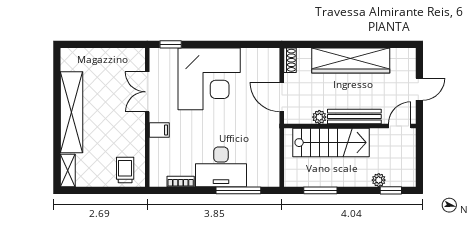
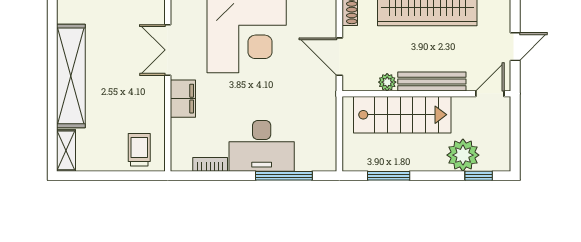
filing cabinet: (159, 130) -> (183, 99), width x2.00
plant: (379, 180) -> (463, 155), width x1.88, depth x1.88

